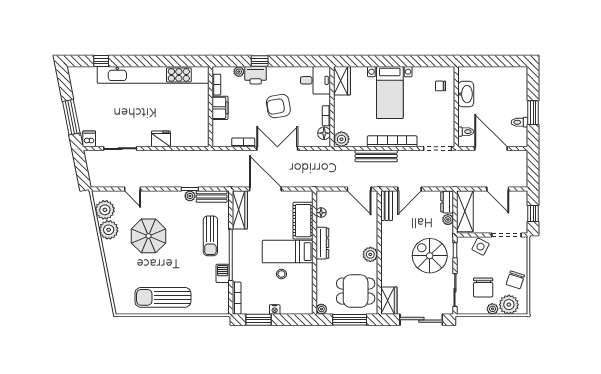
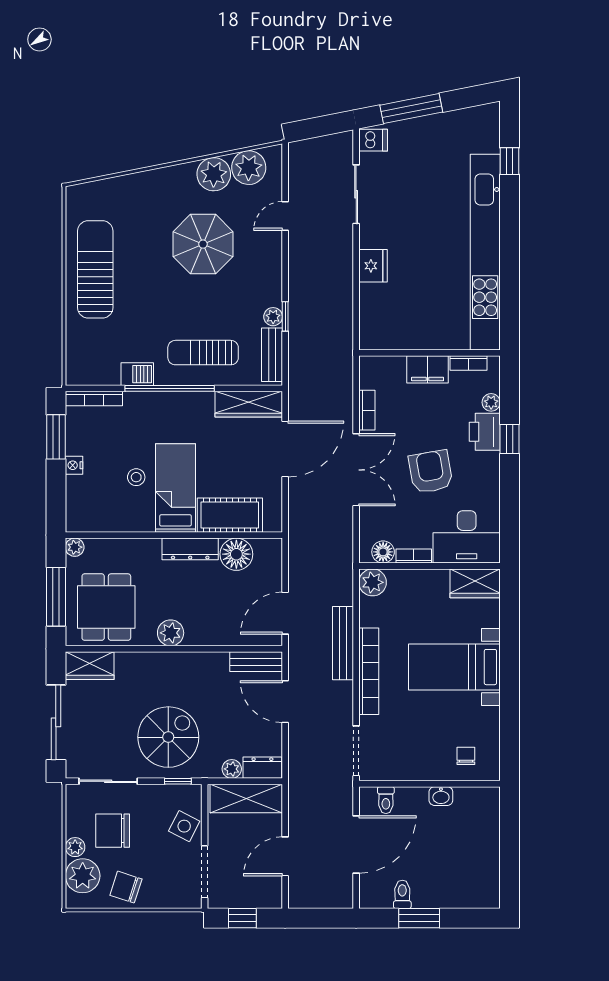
desk: (316, 80) -> (467, 537), width x1.37
washbasin: (466, 94) -> (441, 796), width x0.52, depth x0.69
floor lamp: (321, 213) -> (236, 554), width x1.89, depth x1.89

